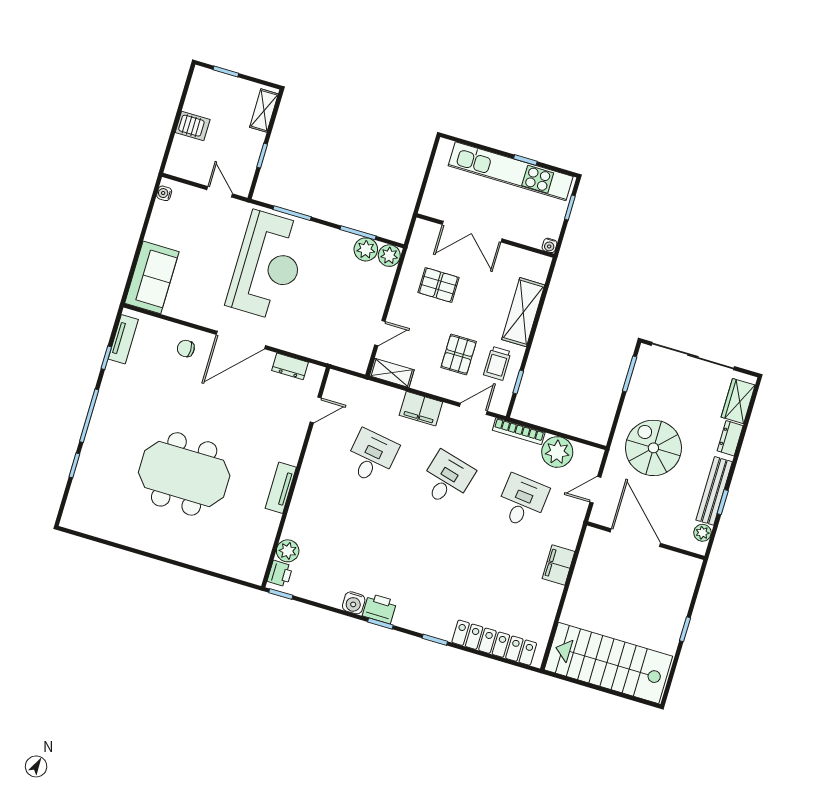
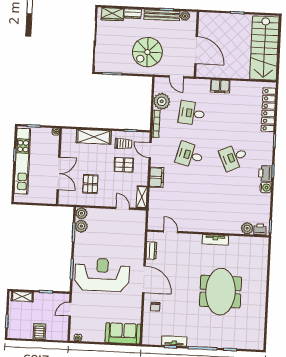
tv unit: (123, 339) -> (174, 341), moved
desk: (372, 457) -> (234, 157), moved, turned -33
door: (635, 538) -> (196, 50), swing flipped

